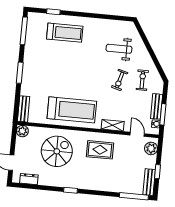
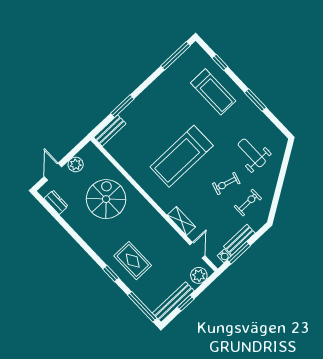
window: (94, 16) -> (255, 100), added
window: (20, 73) -> (122, 106), moved
treadmill: (72, 110) -> (182, 156), moved, turned 90
plant: (22, 131) -> (76, 164), moved
rug: (100, 150) -> (133, 261), moved
spiral stairs: (57, 151) -> (106, 199), turned -90
bench: (149, 182) -> (173, 302), width x1.36
window: (71, 190) -> (111, 273), moved

